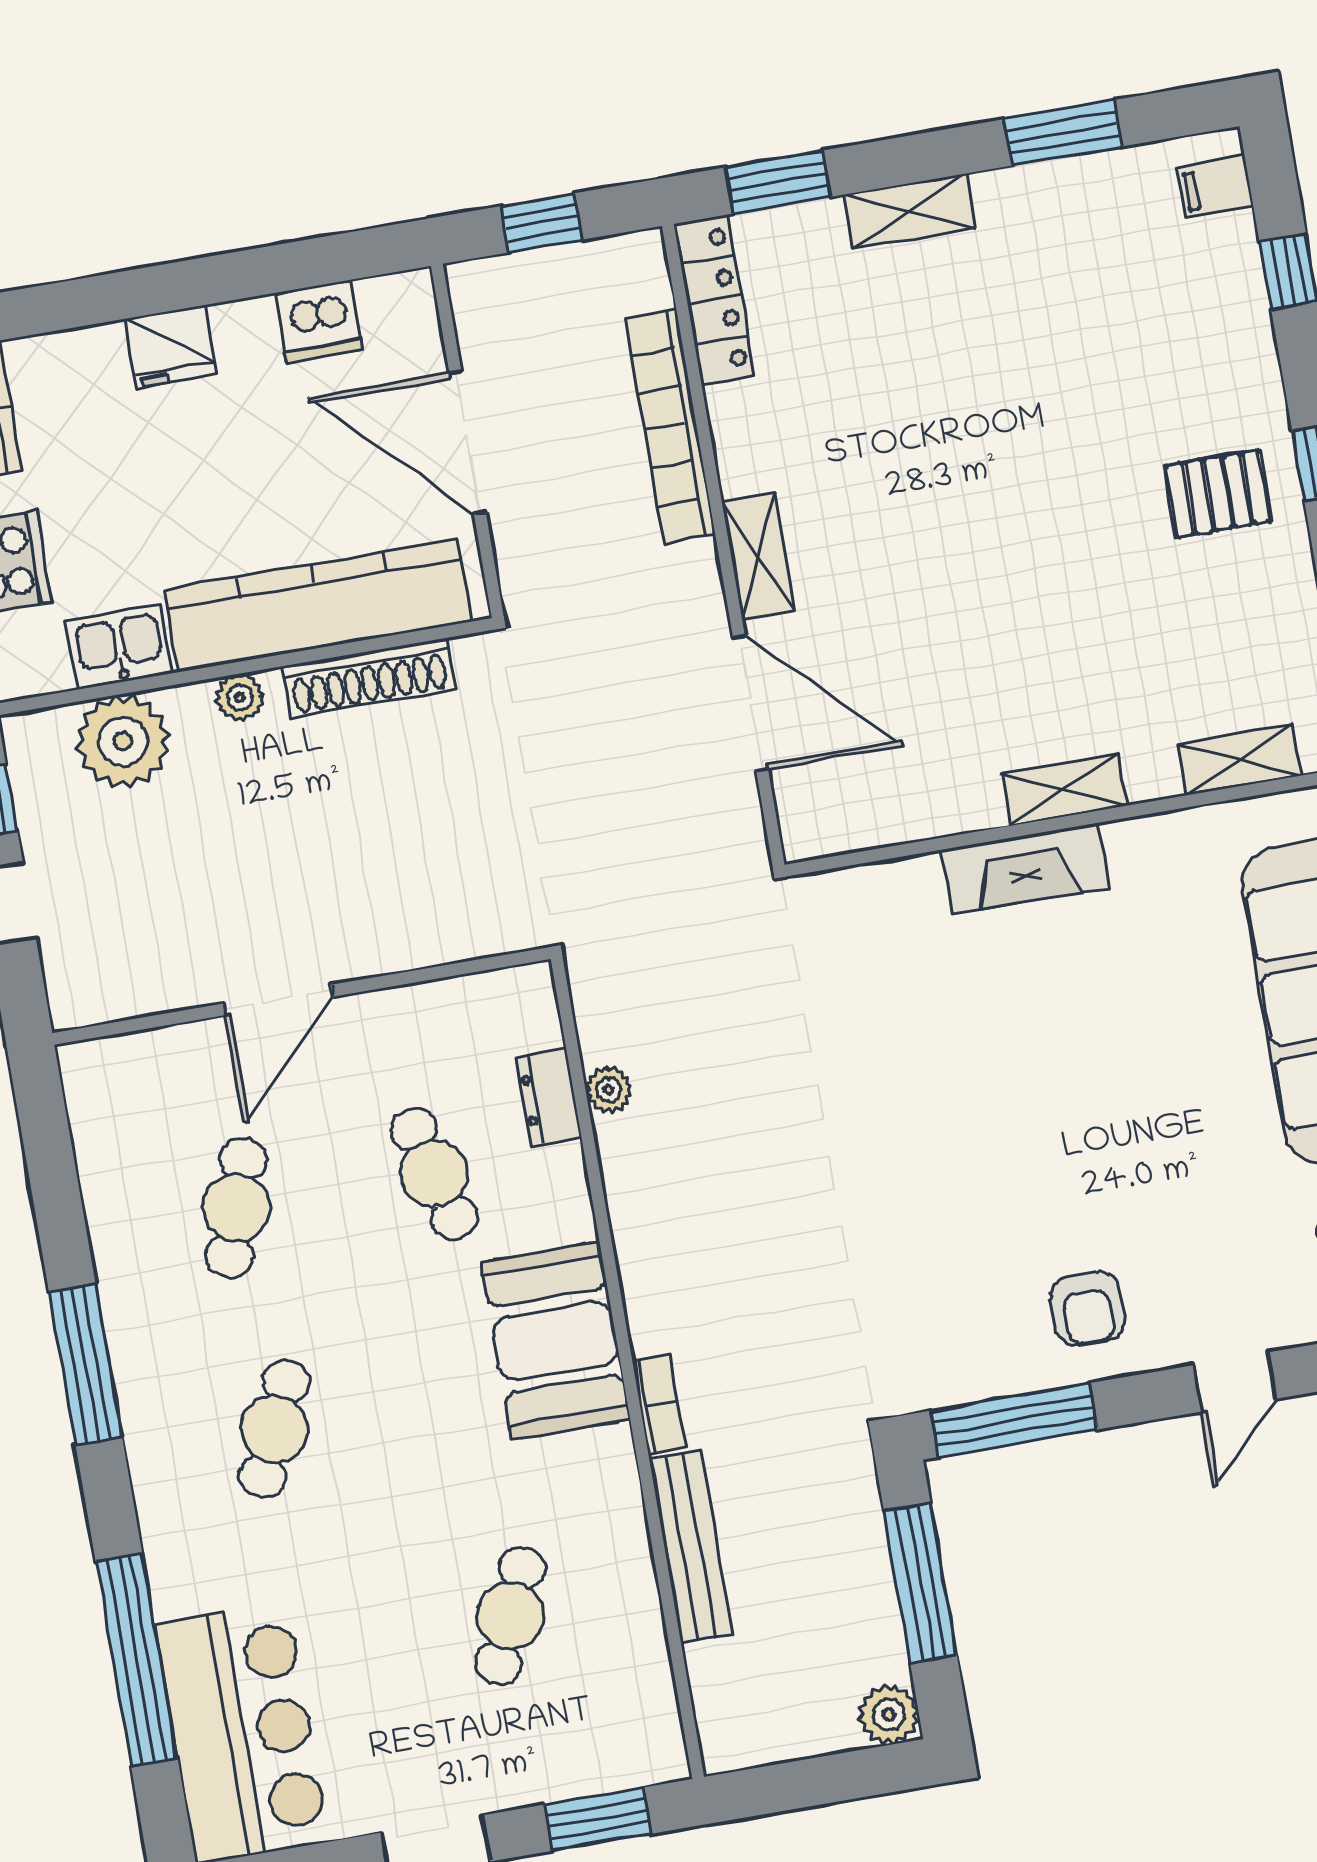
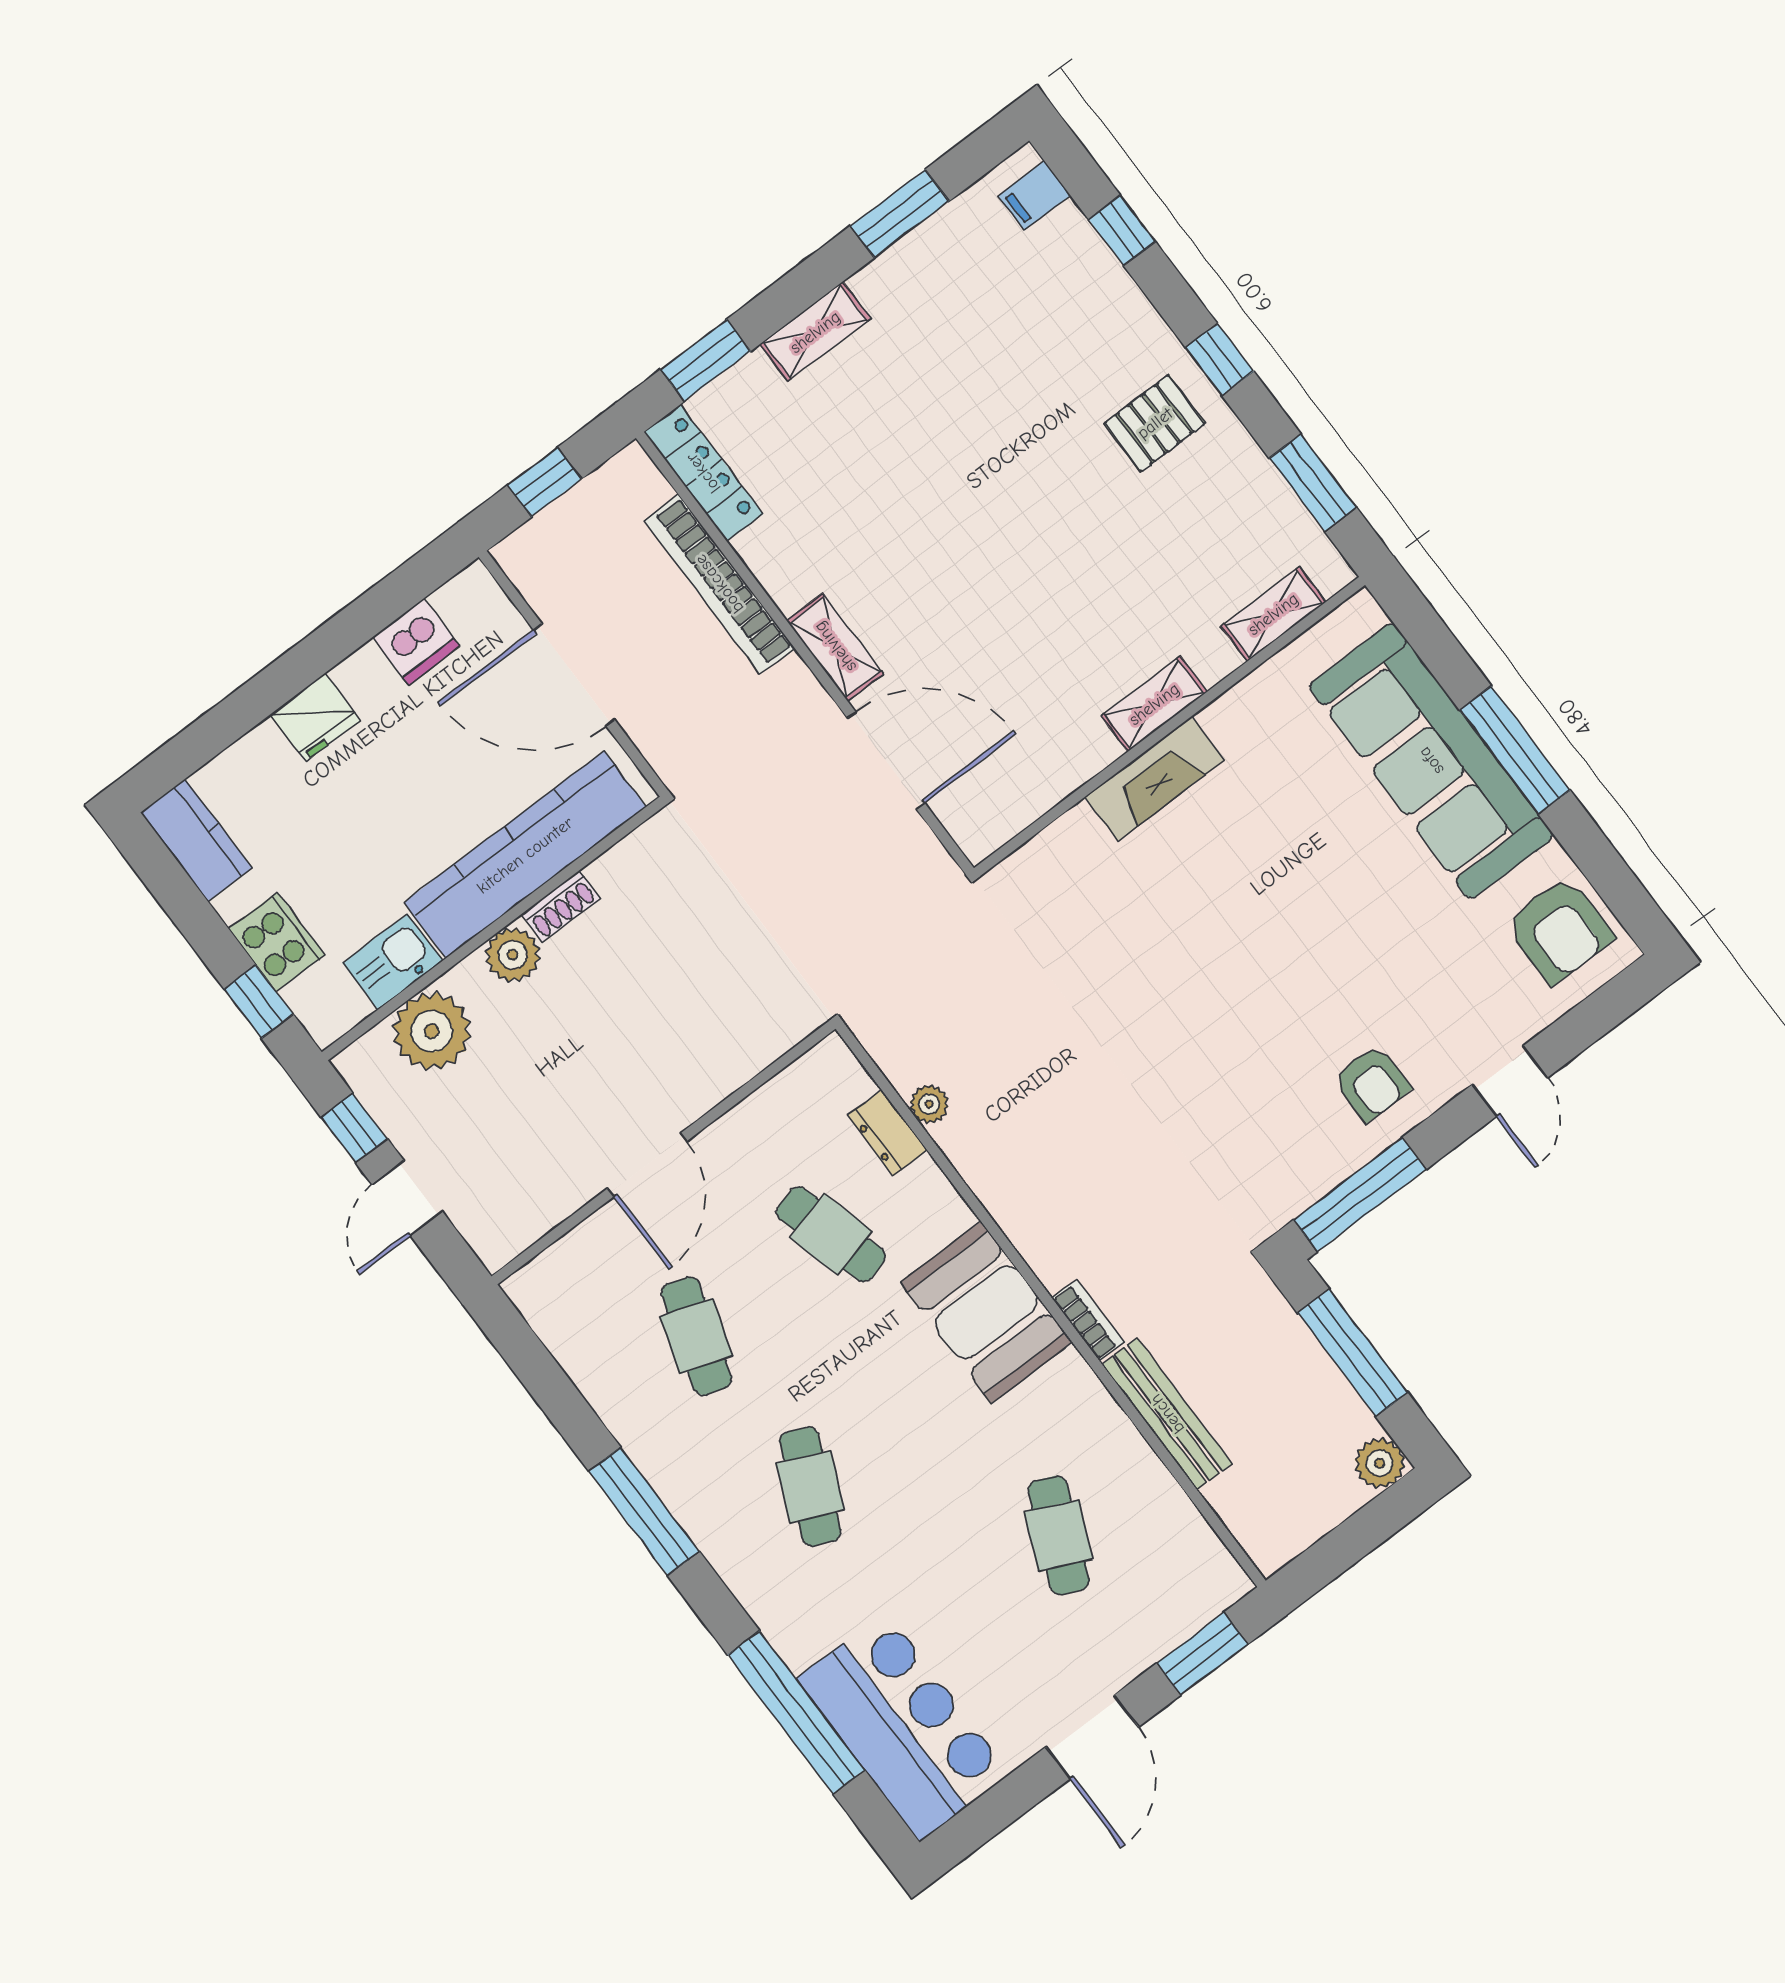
shoe rack: (369, 678) -> (561, 906), width x0.51, depth x0.81
plant: (240, 698) -> (513, 955), width x1.38, depth x1.38

